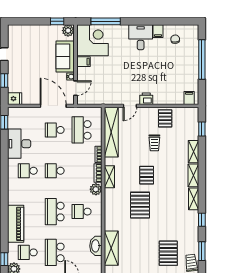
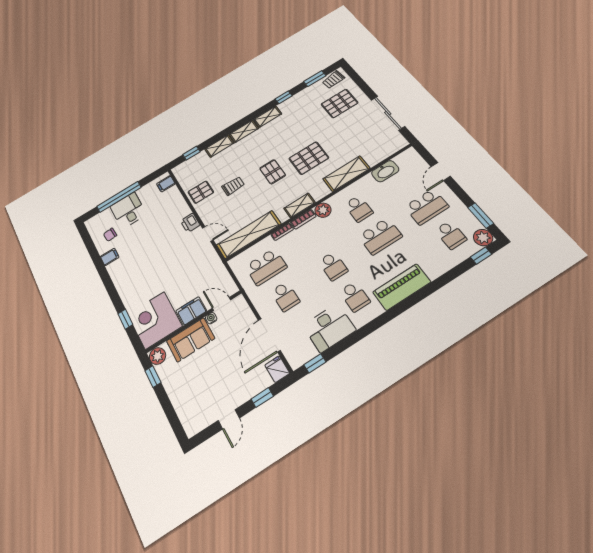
window: (106, 21) -> (125, 319), width x0.46
desk: (141, 37) -> (128, 210), moved, turned 90
filing cabinet: (83, 62) -> (191, 311), width x2.00
door: (53, 106) -> (269, 335), moved
pallet: (147, 175) -> (273, 172), turned 90
piano: (16, 224) -> (402, 287), moved
shelving: (111, 248) -> (346, 174), moved

